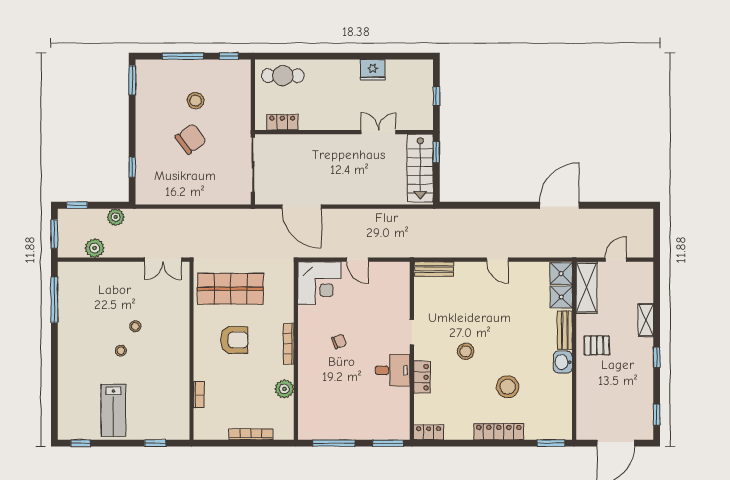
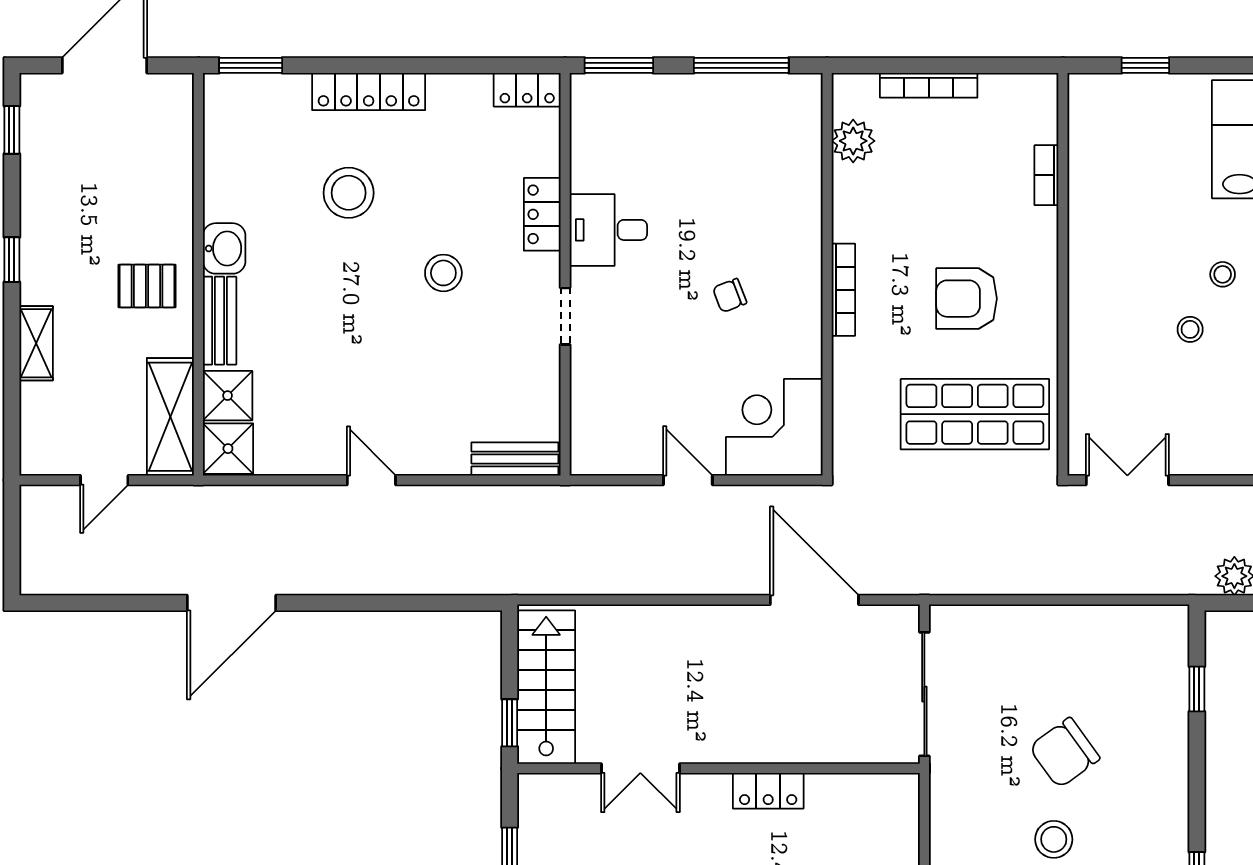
locker: (282, 122) -> (768, 791), moved
plant: (284, 389) -> (853, 141), moved

